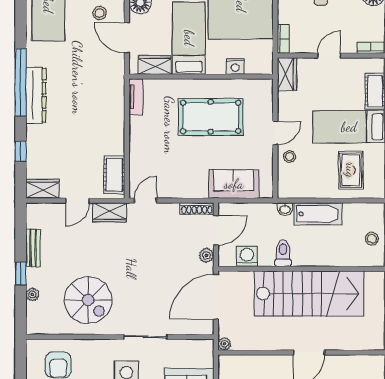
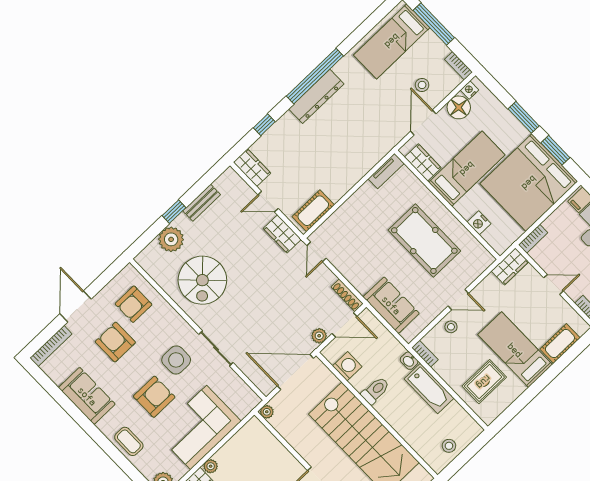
bookcase: (291, 193) -> (425, 354), added
door: (146, 201) -> (316, 252), swing flipped
plant: (32, 294) -> (171, 239), width x1.87, depth x1.87

